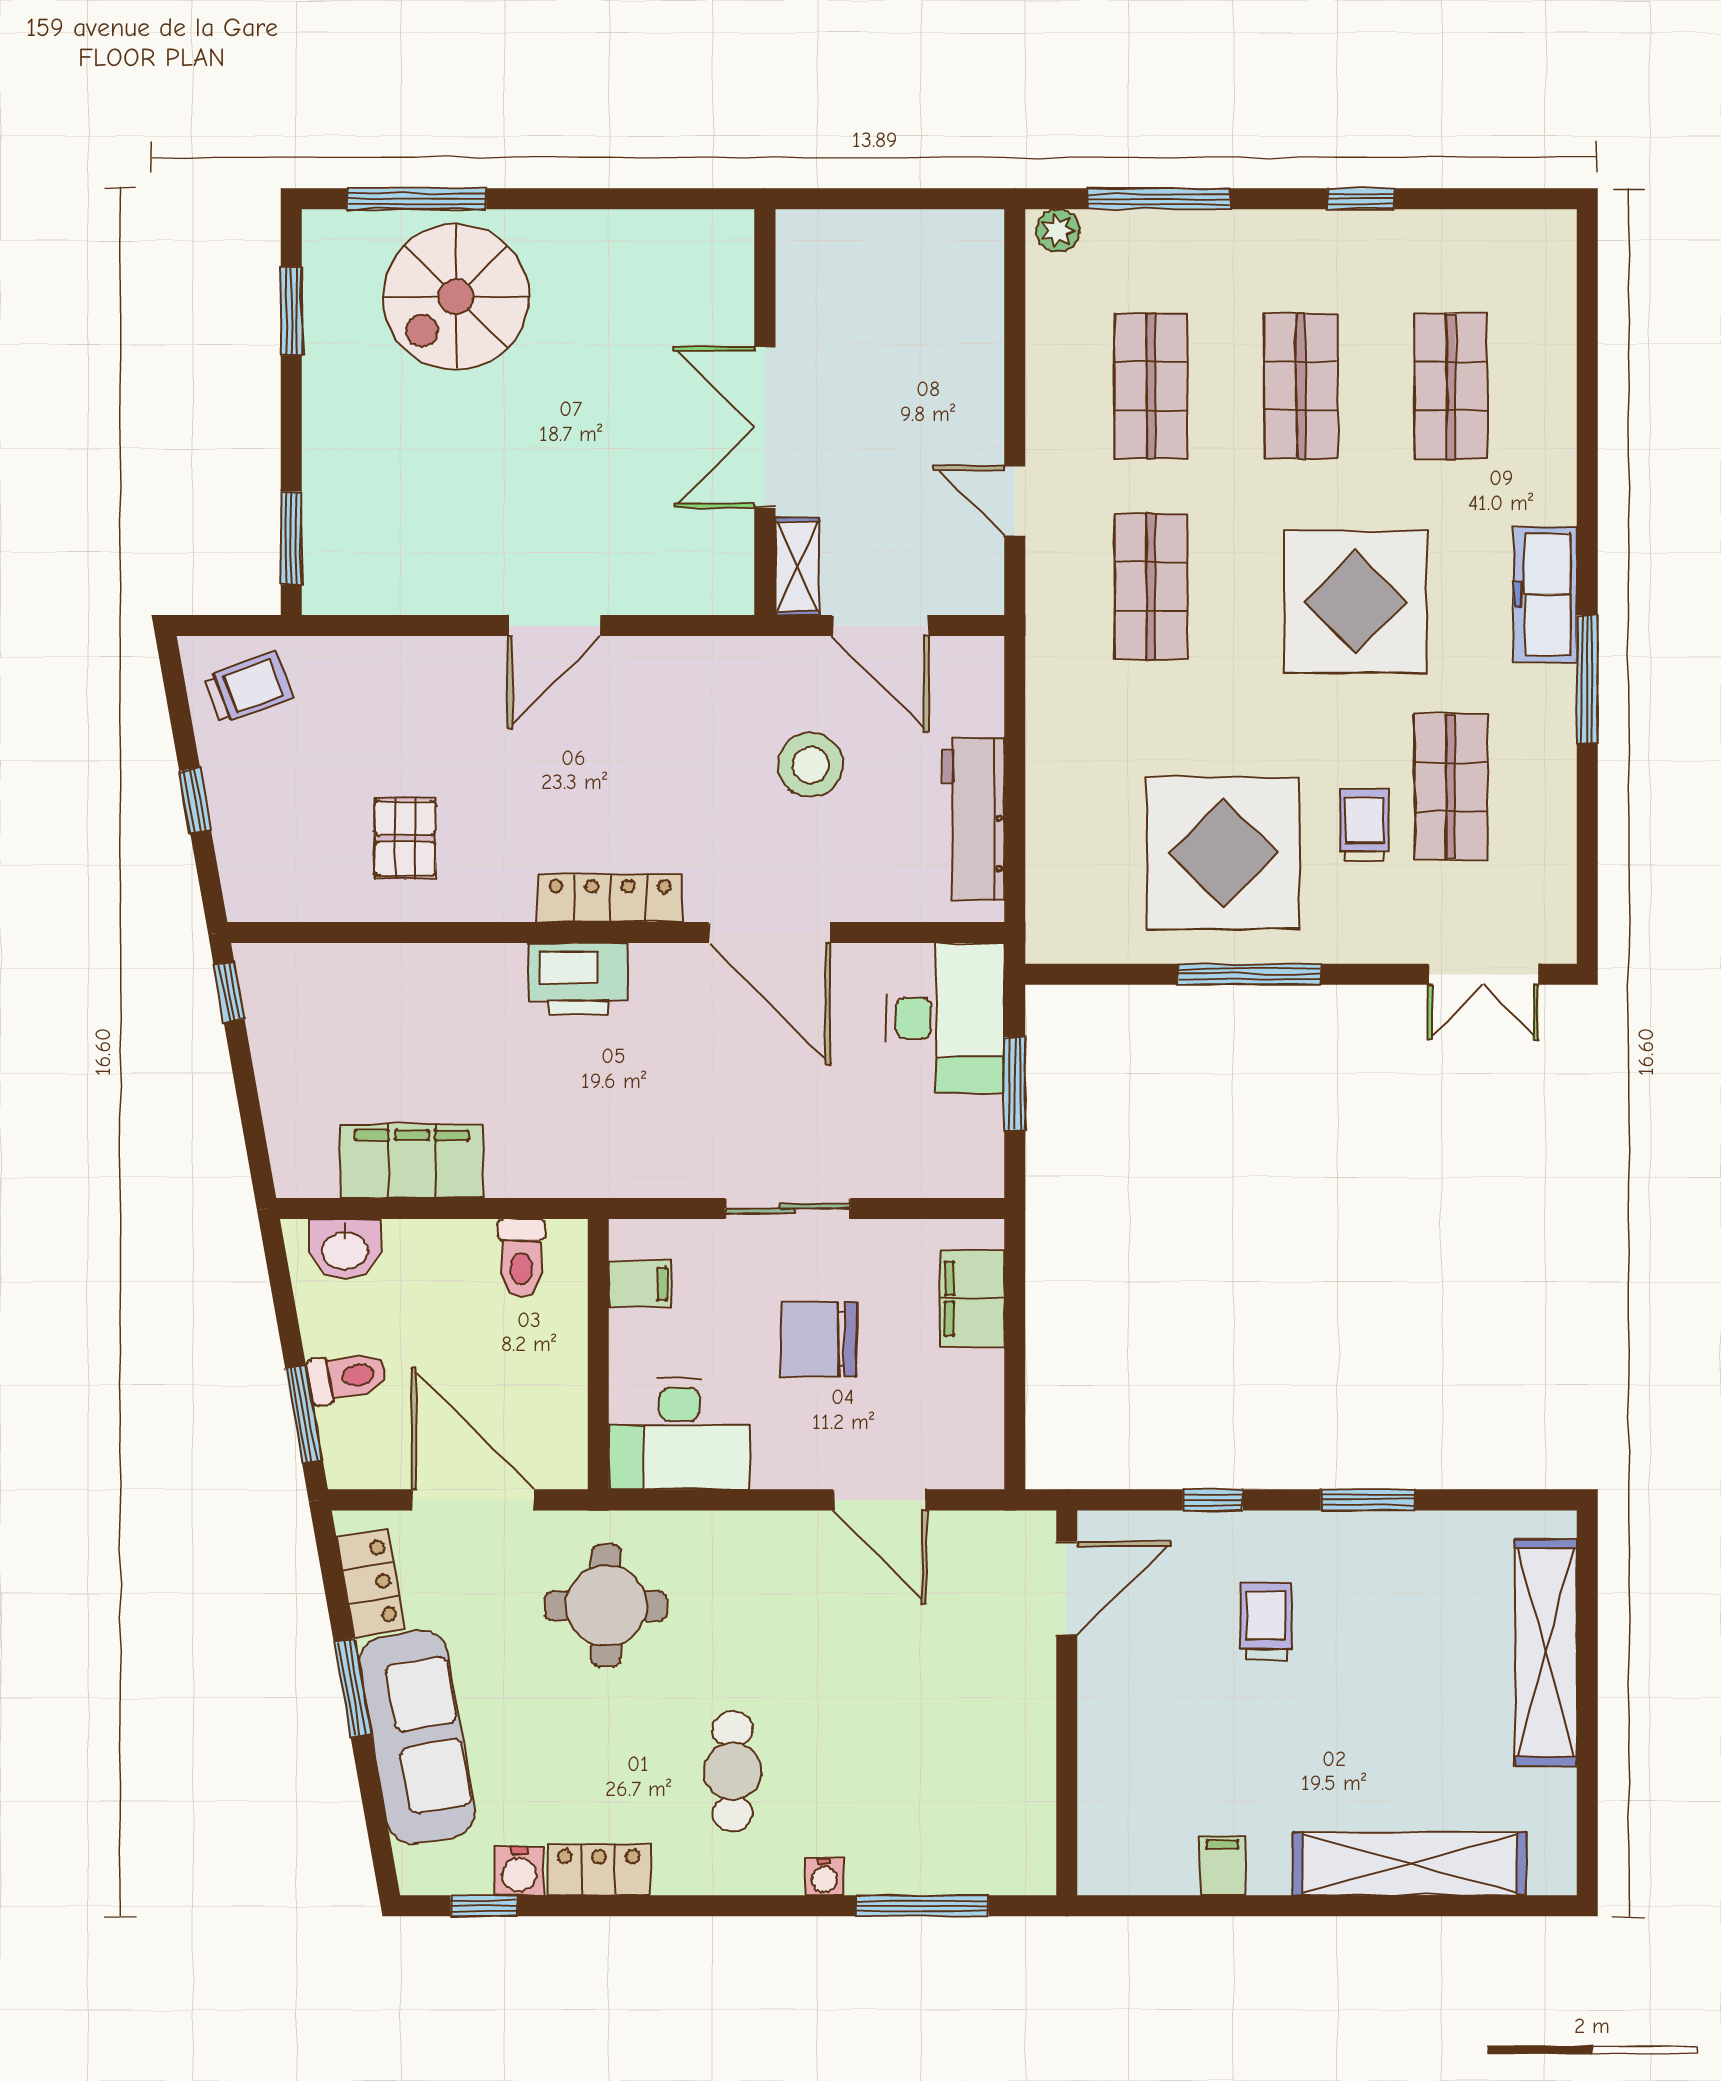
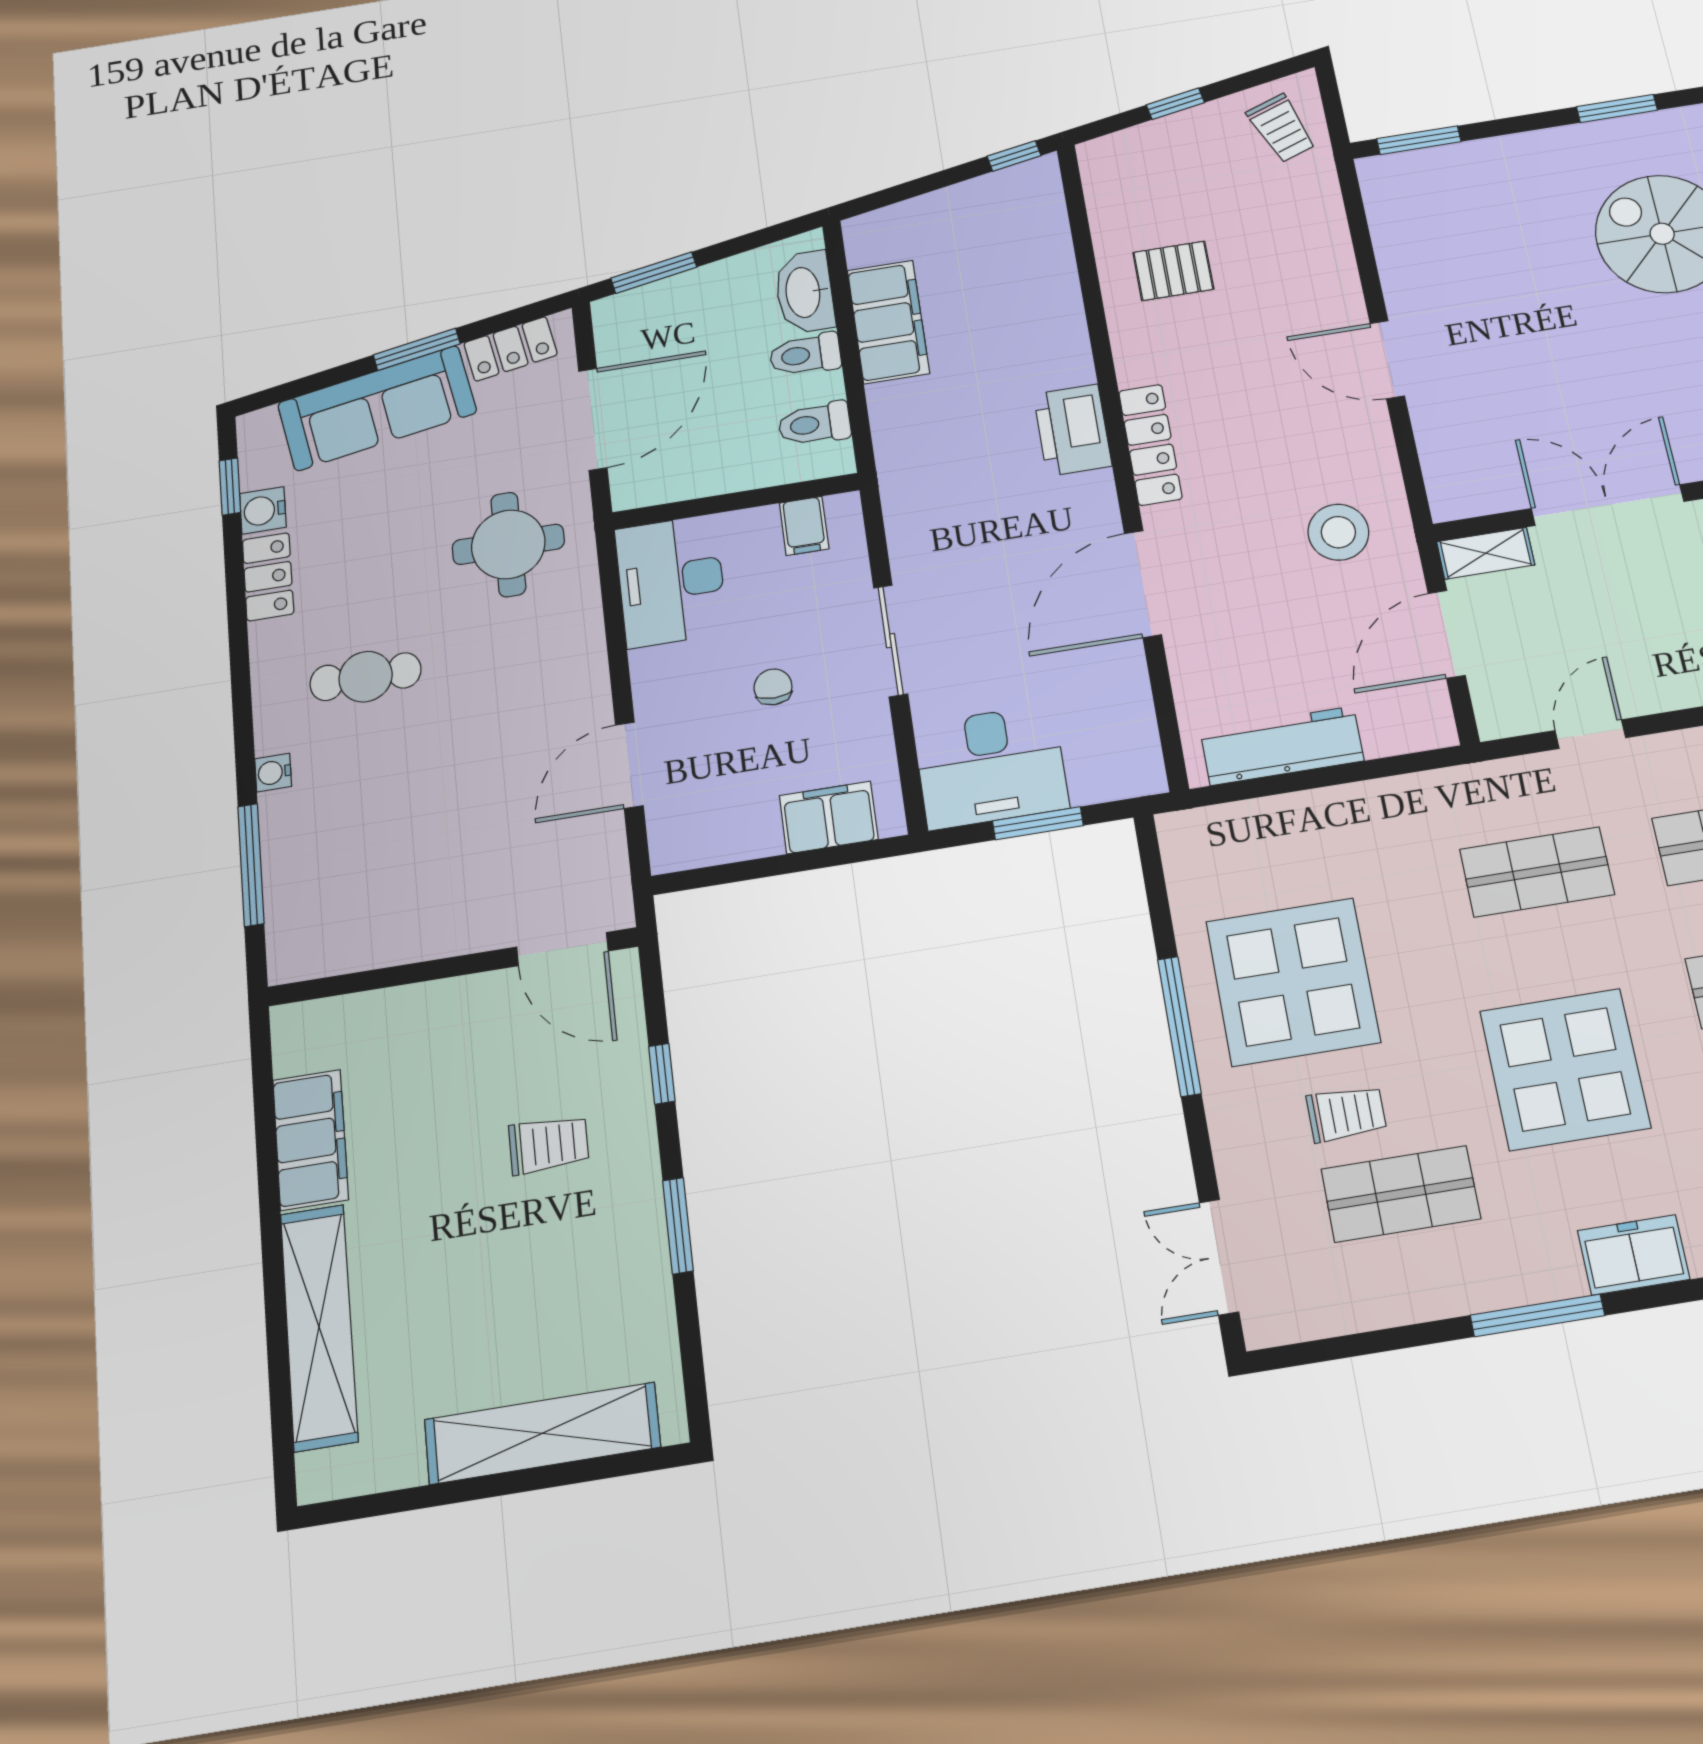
freezer: (1545, 594) -> (1634, 1255), width x0.71
stool: (811, 765) -> (1338, 532), moved
desk: (945, 1018) -> (991, 767), moved
washbasin: (345, 1249) -> (804, 292), width x1.38
chair: (819, 1339) -> (773, 687), width x0.54, depth x0.54
toilet: (347, 1377) -> (805, 355), moved, turned 100
filing cabinet: (1222, 1866) -> (311, 1140), width x3.00, depth x1.17

